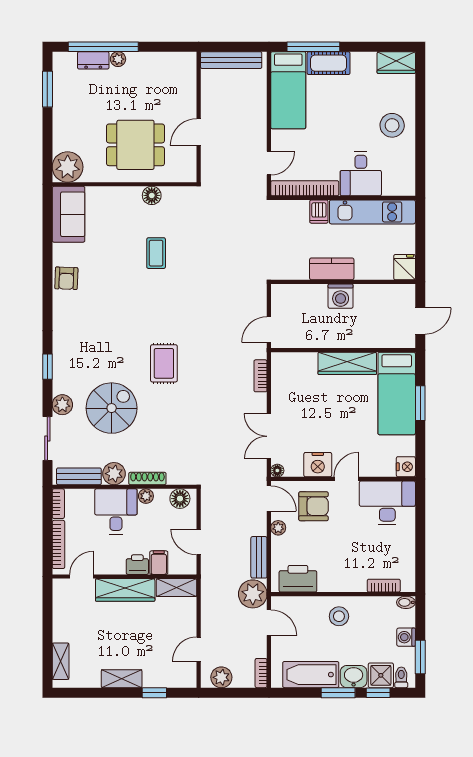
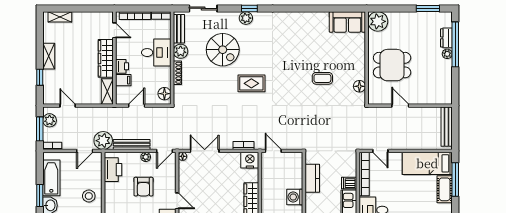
dining table: (135, 145) -> (392, 65), turned 90
floor lamp: (152, 195) -> (359, 86), moved
kitchen counter: (332, 269) -> (312, 178), moved
armchair: (66, 278) -> (306, 21), removed
plant: (62, 405) -> (246, 18), moved
nightstand: (318, 465) -> (250, 160), moved, turned 90
plant: (146, 496) -> (166, 72), removed
armchair: (313, 506) -> (143, 187), moved
bench: (259, 557) -> (132, 145), width x1.36
window: (235, 693) -> (40, 129), added

